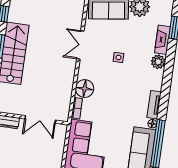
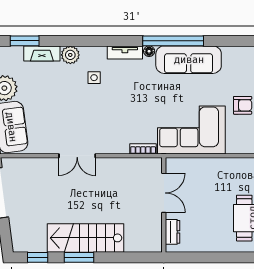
double door: (80, 45) -> (77, 156), moved
side table: (118, 57) -> (94, 78), moved
floor lamp: (85, 89) -> (117, 143), removed

